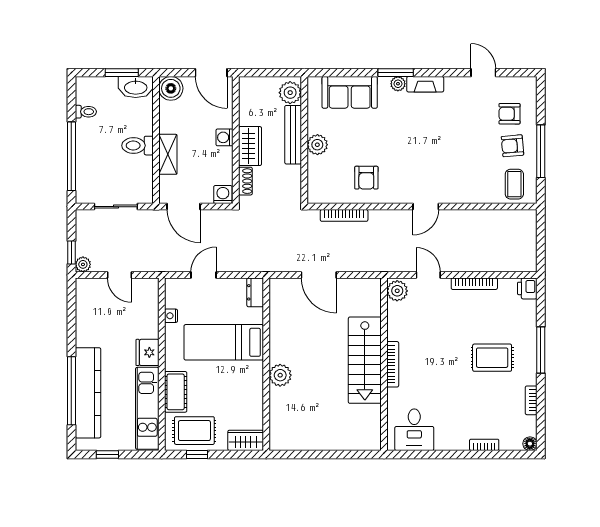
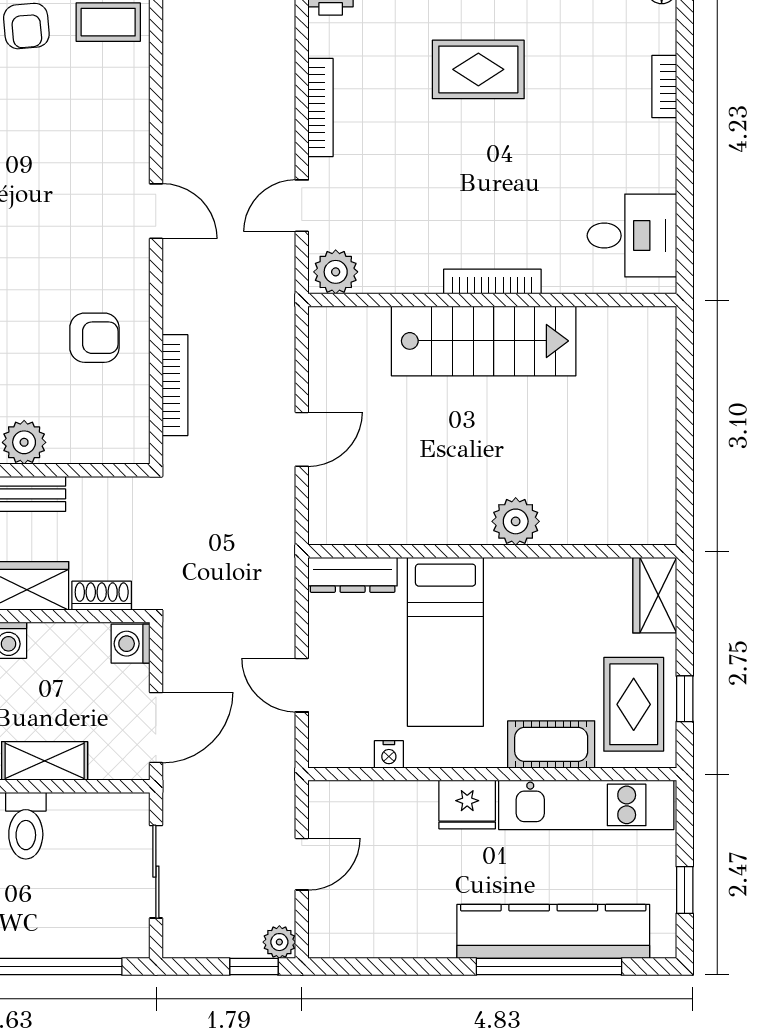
door: (319, 275) -> (302, 439), width x0.73
dresser: (255, 292) -> (353, 575), width x1.44
rug: (492, 358) -> (478, 69), turned 90

